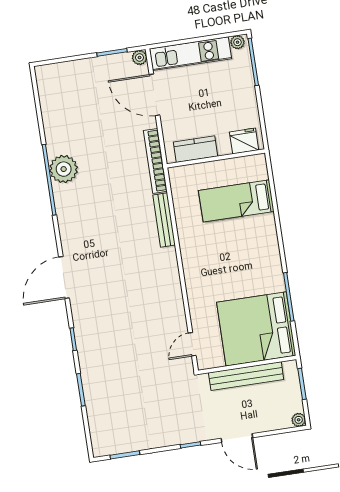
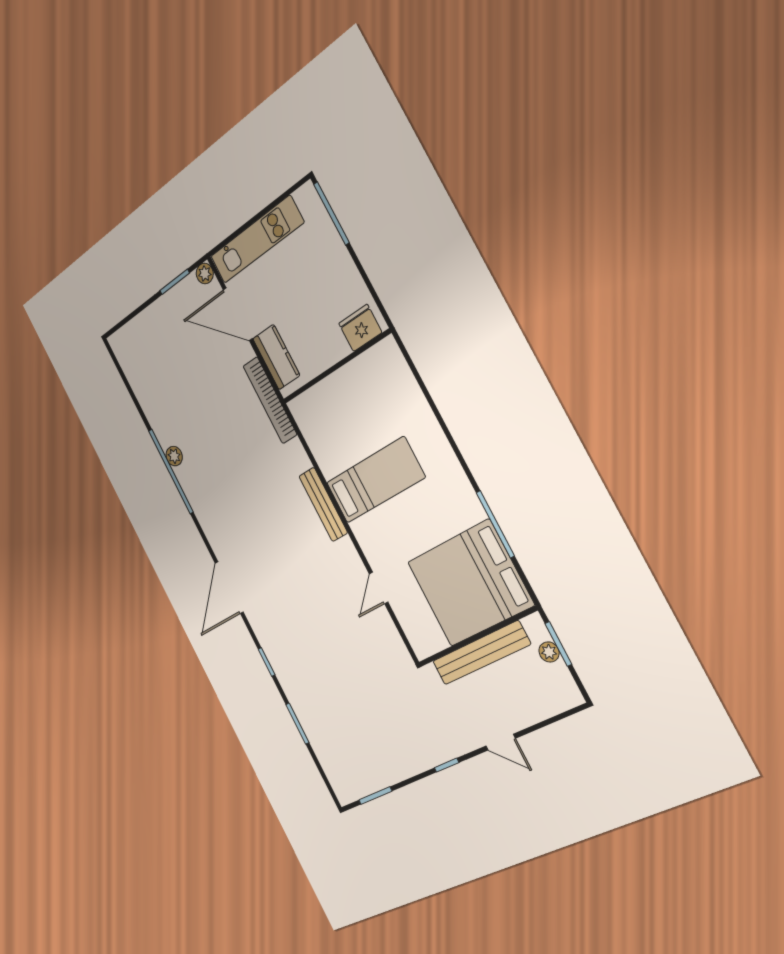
plant: (237, 42) -> (303, 196), removed
kitchen counter: (195, 149) -> (276, 357), moved, turned 90
plant: (64, 169) -> (174, 456), width x0.53, depth x0.53
bed: (236, 201) -> (375, 480), moved, turned 180
bench: (164, 220) -> (323, 504), moved
door: (192, 344) -> (379, 588), moved
plant: (299, 420) -> (549, 652), moved
door: (237, 438) -> (501, 742), width x0.73

